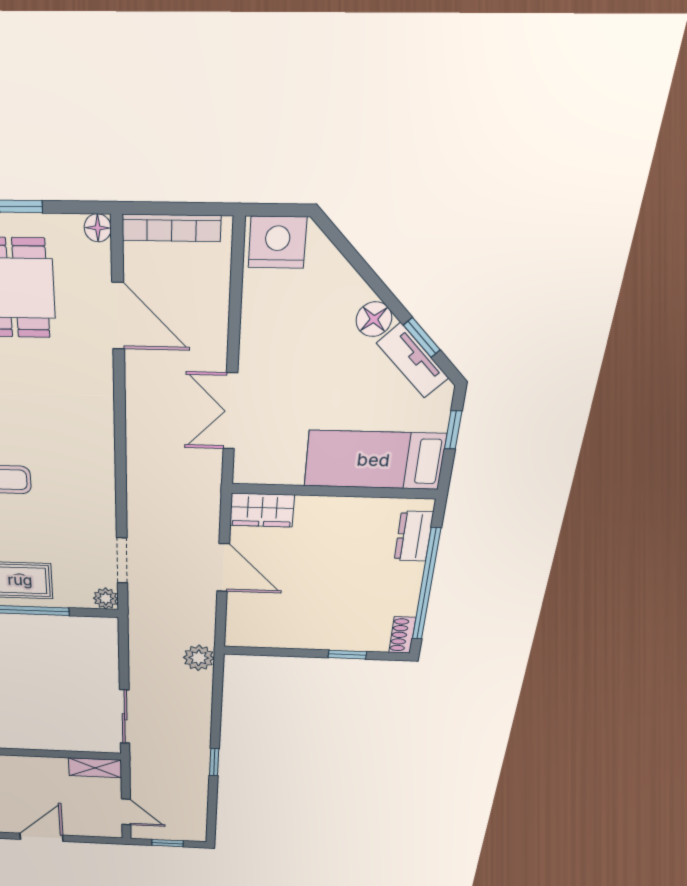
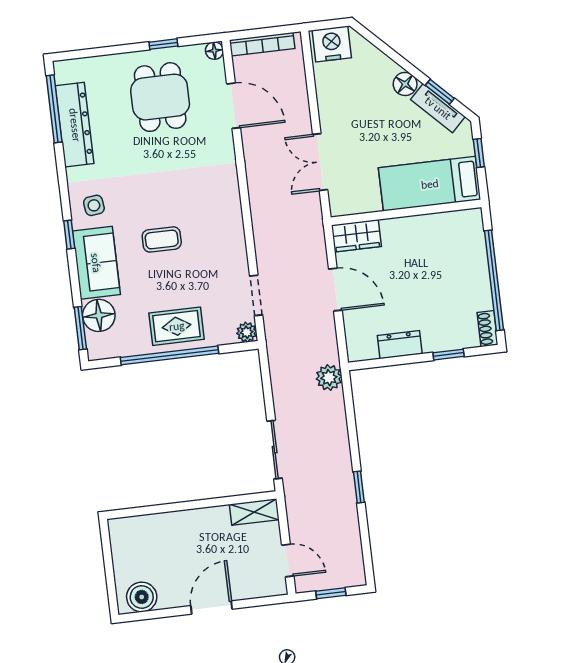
dresser: (414, 536) -> (400, 345), moved, turned 90

